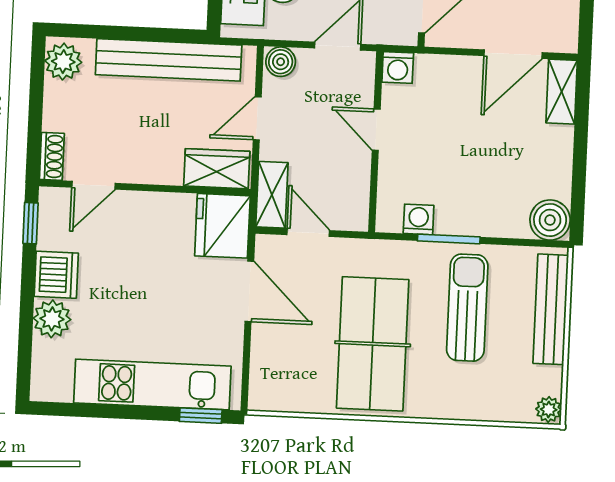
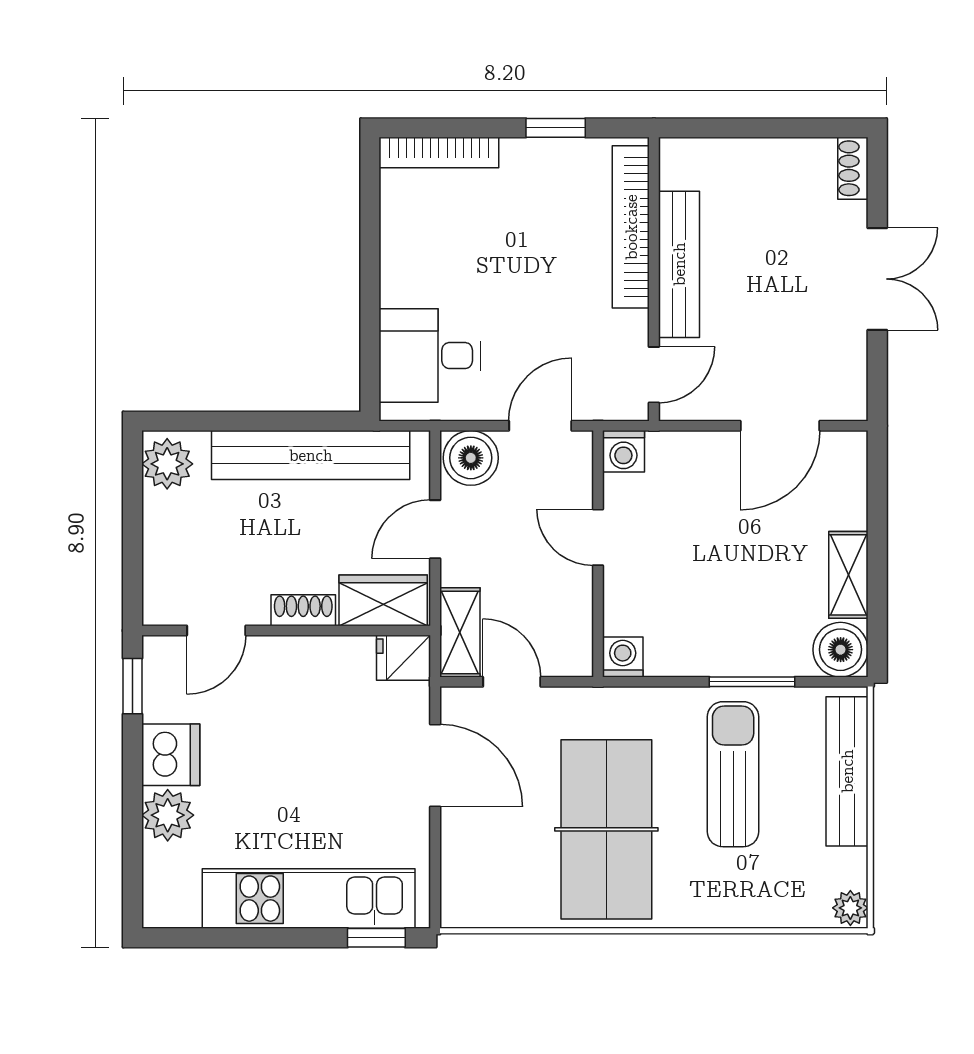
boiler: (281, 62) -> (471, 458), width x1.36, depth x1.36
shelving: (562, 92) -> (848, 575), moved
shoe rack: (52, 156) -> (303, 610), moved, turned -90
washing machine: (419, 219) -> (623, 657), moved
fridge: (222, 226) -> (403, 658), width x0.53, depth x0.75
window: (449, 239) -> (752, 682), moved

